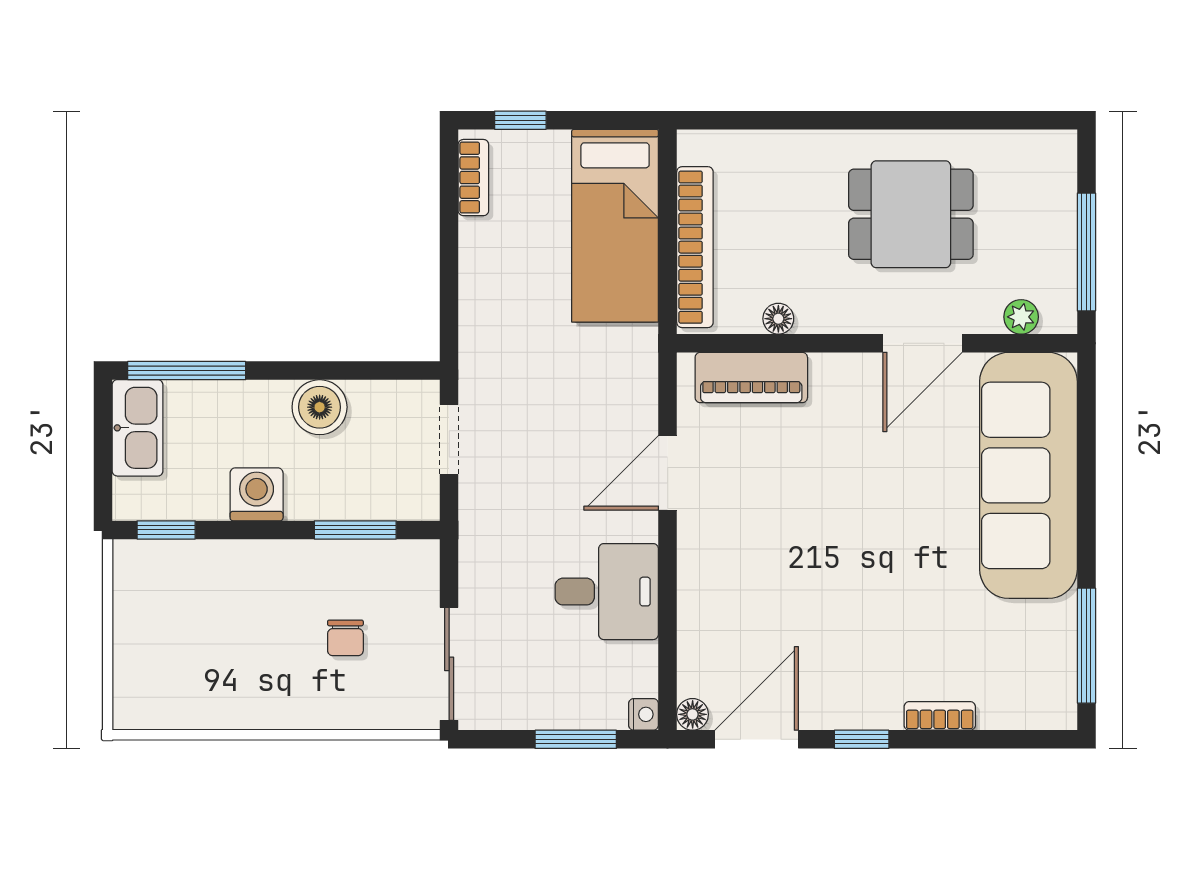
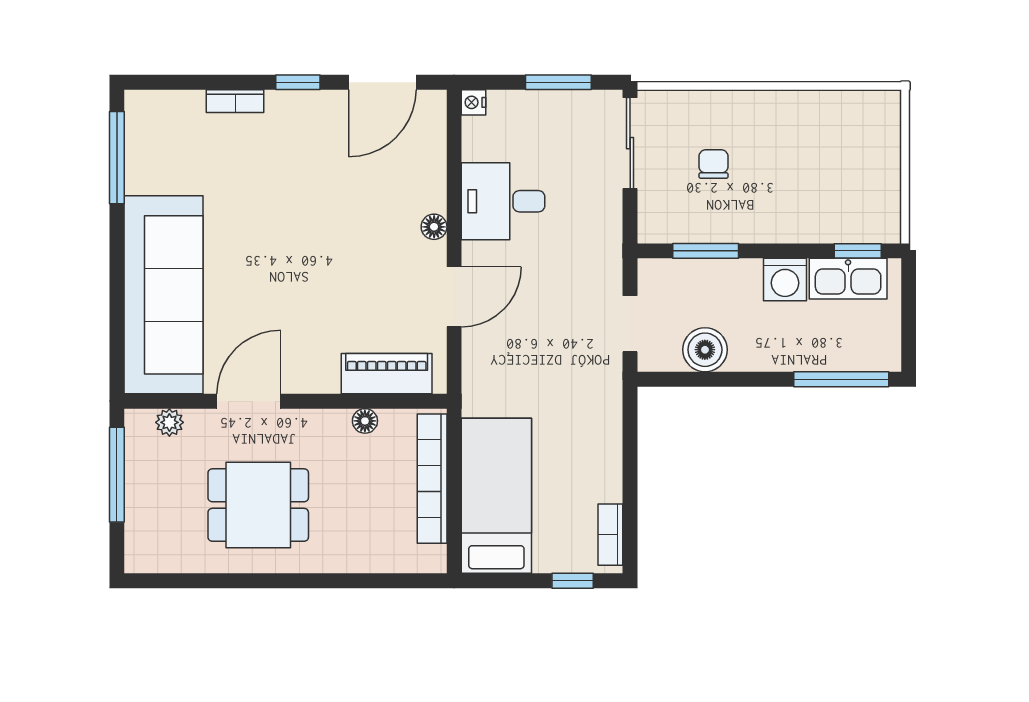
boiler: (320, 407) -> (705, 350), moved
kitchen sink: (138, 428) -> (848, 279), moved, turned -90
floor lamp: (693, 714) -> (434, 227), moved
window: (576, 739) -> (558, 82), moved

